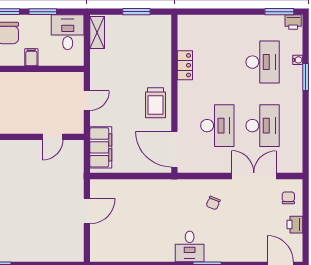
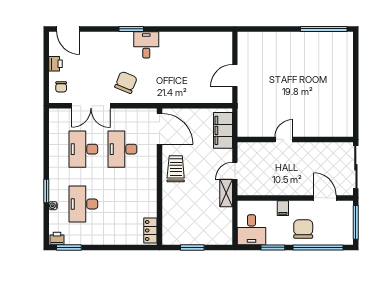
shelving: (97, 32) -> (226, 193), moved
locker: (185, 65) -> (150, 230), moved
door: (53, 137) -> (284, 139), moved
chair: (213, 203) -> (126, 82), width x1.87, depth x1.87

